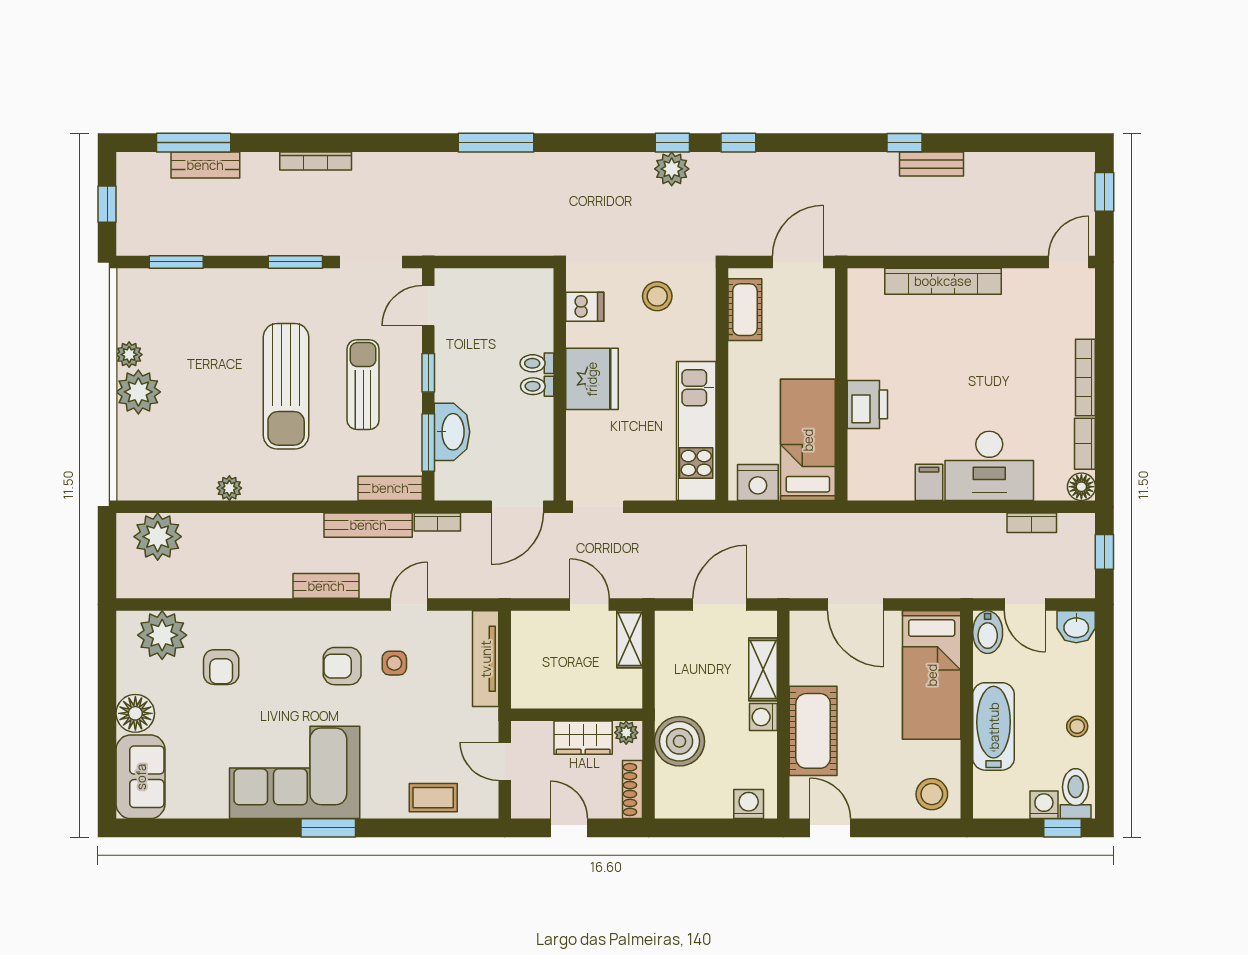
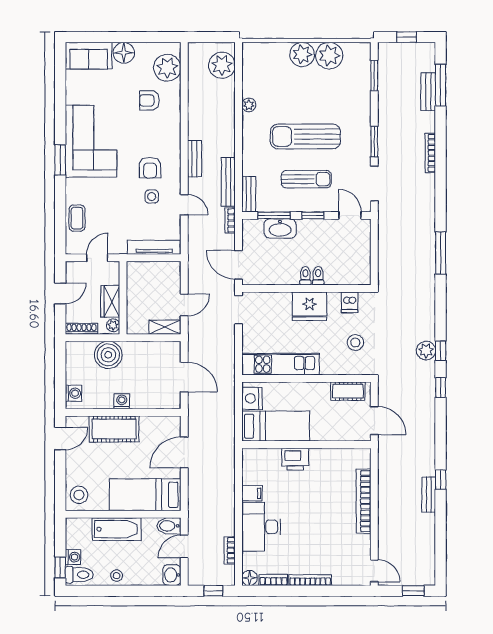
plant: (129, 355) -> (329, 56), width x1.88, depth x1.88
armchair: (342, 666) -> (150, 168), turned 180
shelving: (763, 669) -> (148, 401), removed

